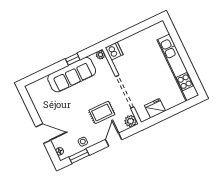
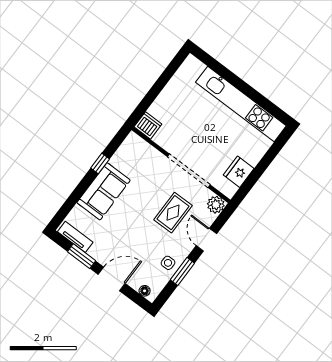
plant: (101, 55) -> (133, 139), removed
sofa: (72, 75) -> (104, 191), width x0.73
tv unit: (34, 96) -> (75, 237), added
window: (32, 110) -> (82, 256), added
window: (79, 156) -> (182, 272), moved

